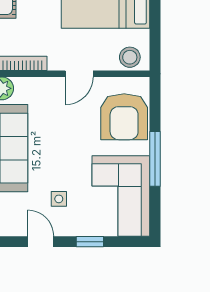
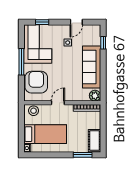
door: (41, 242) -> (76, 22), hinge flipped
window: (90, 242) -> (42, 22), moved

